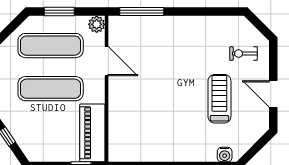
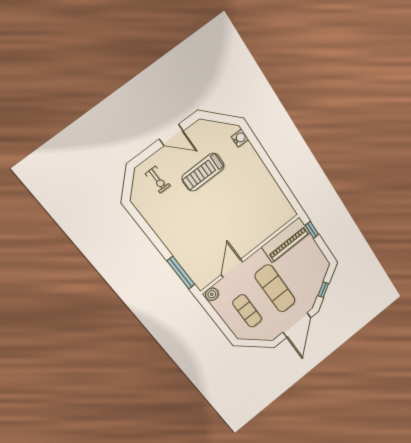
window: (59, 11) -> (221, 324), removed
exercise mat: (51, 46) -> (247, 311), width x0.73, depth x0.69
door: (273, 94) -> (171, 135), hinge flipped

